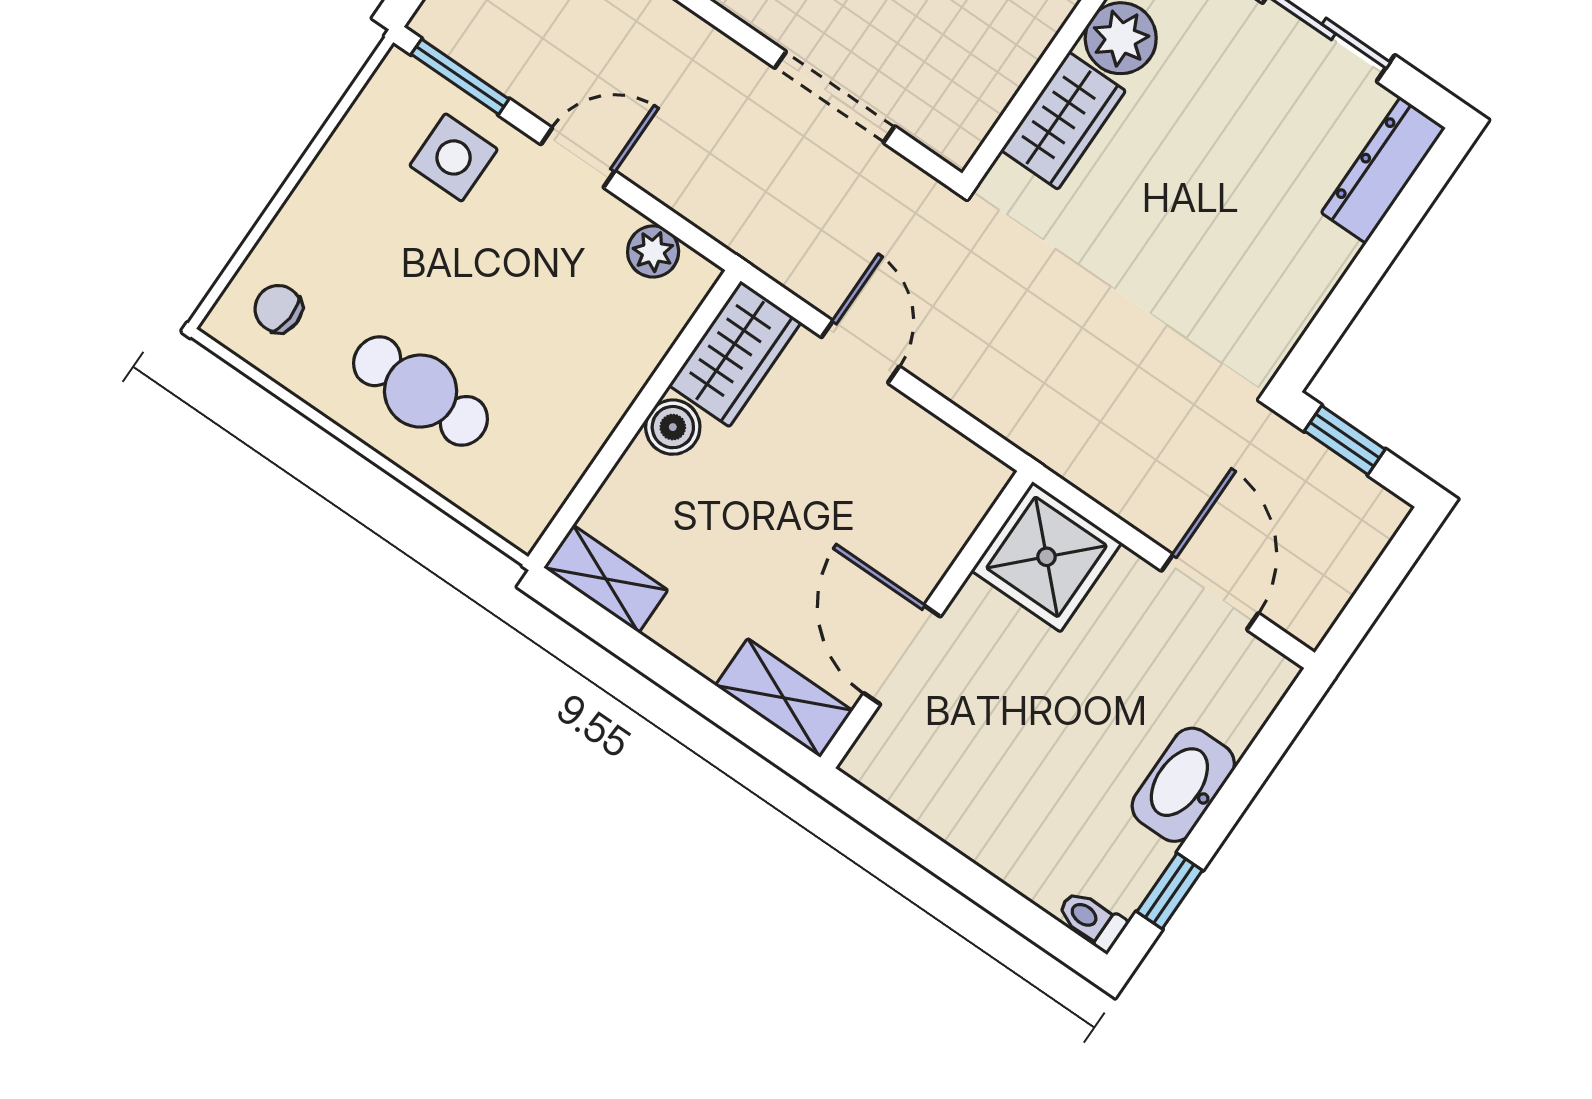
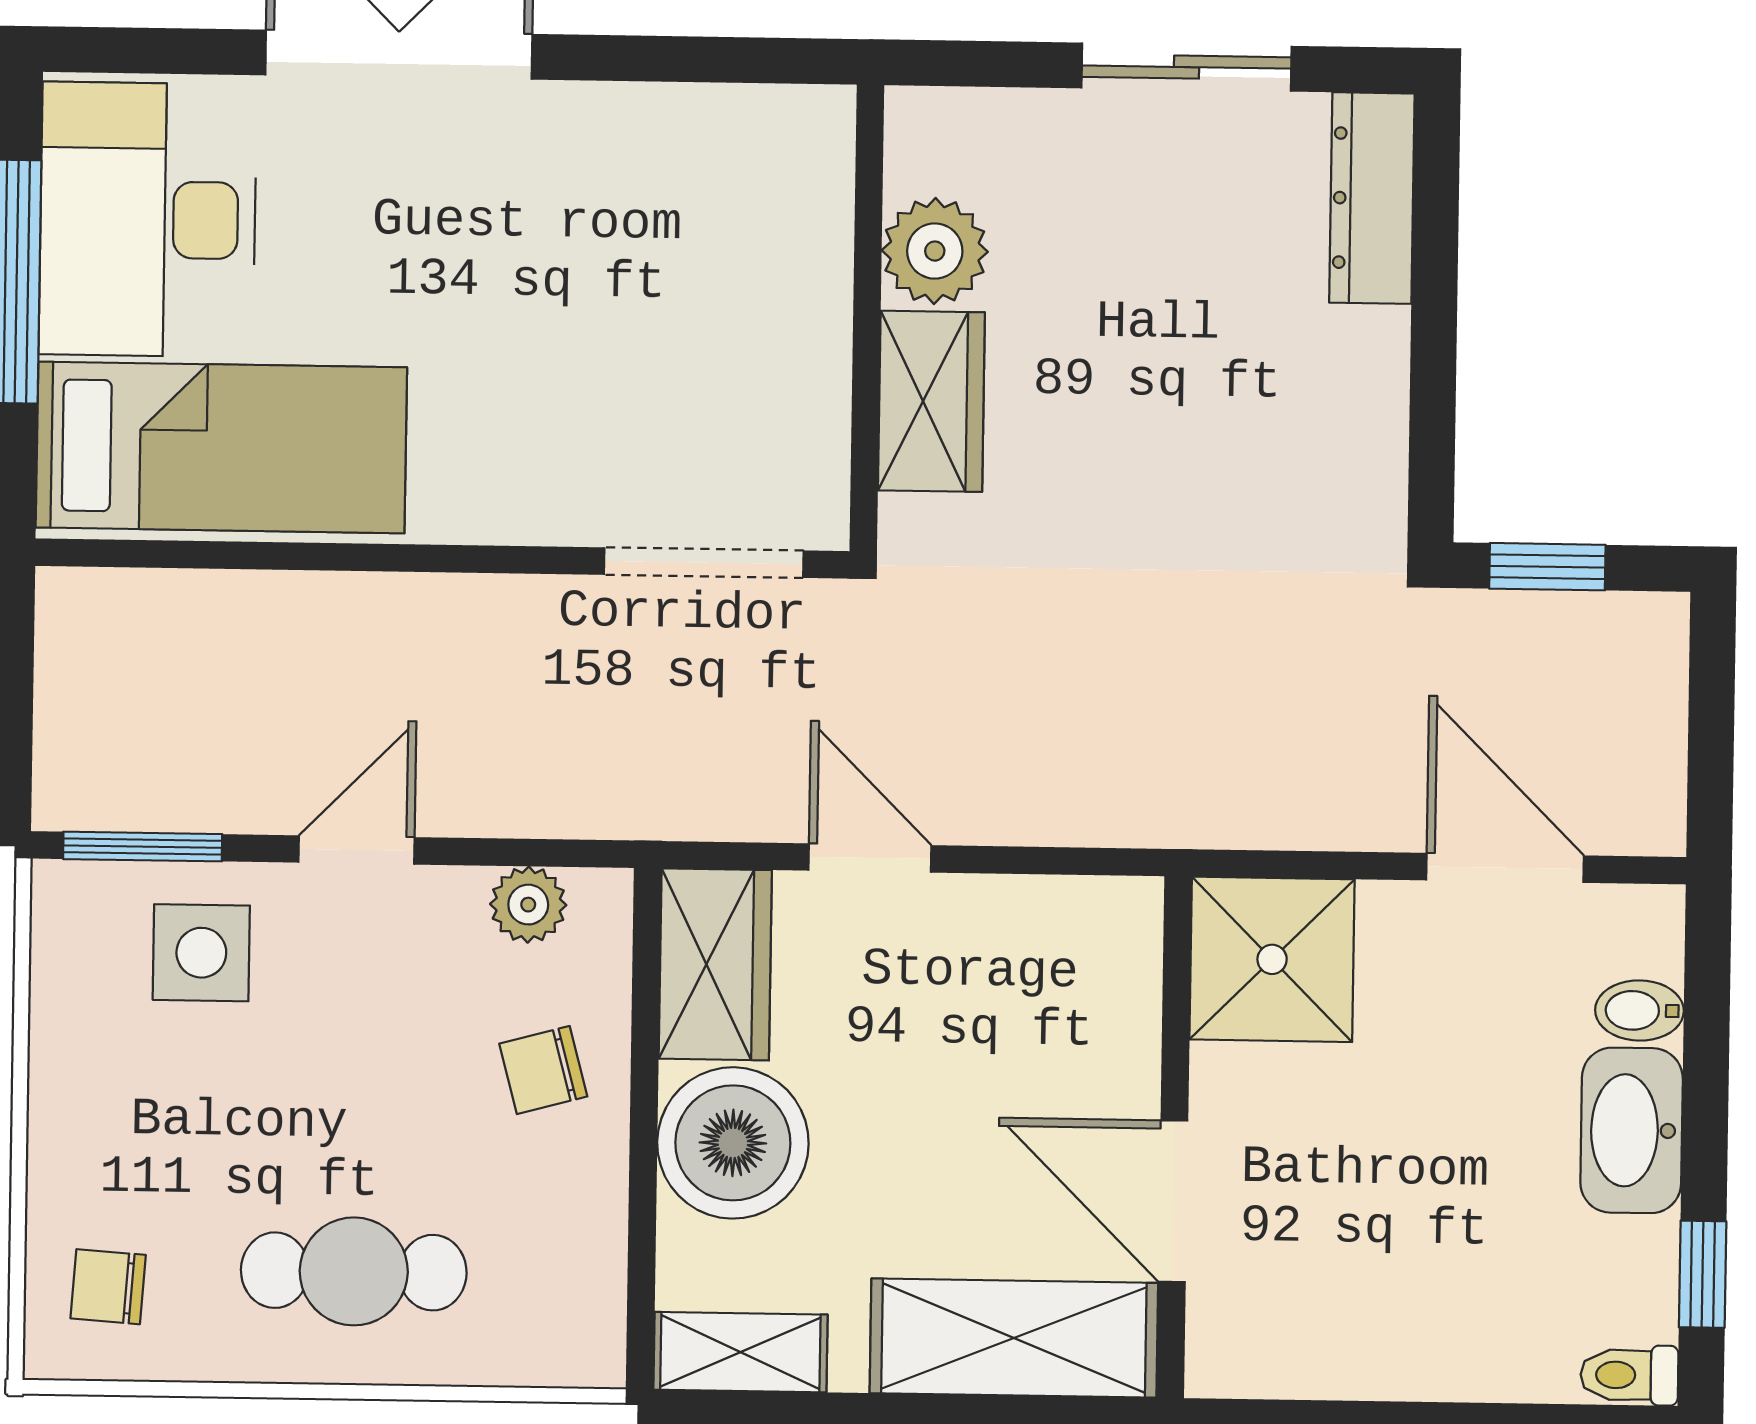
doorway: (835, 97) -> (704, 563), moved
chair: (600, 349) -> (543, 1070), added
boiler: (673, 427) -> (733, 1143), width x1.86, depth x1.86
shelving: (784, 698) -> (1014, 1338), width x1.50, depth x1.33
bidet: (1232, 721) -> (1639, 1010), added

